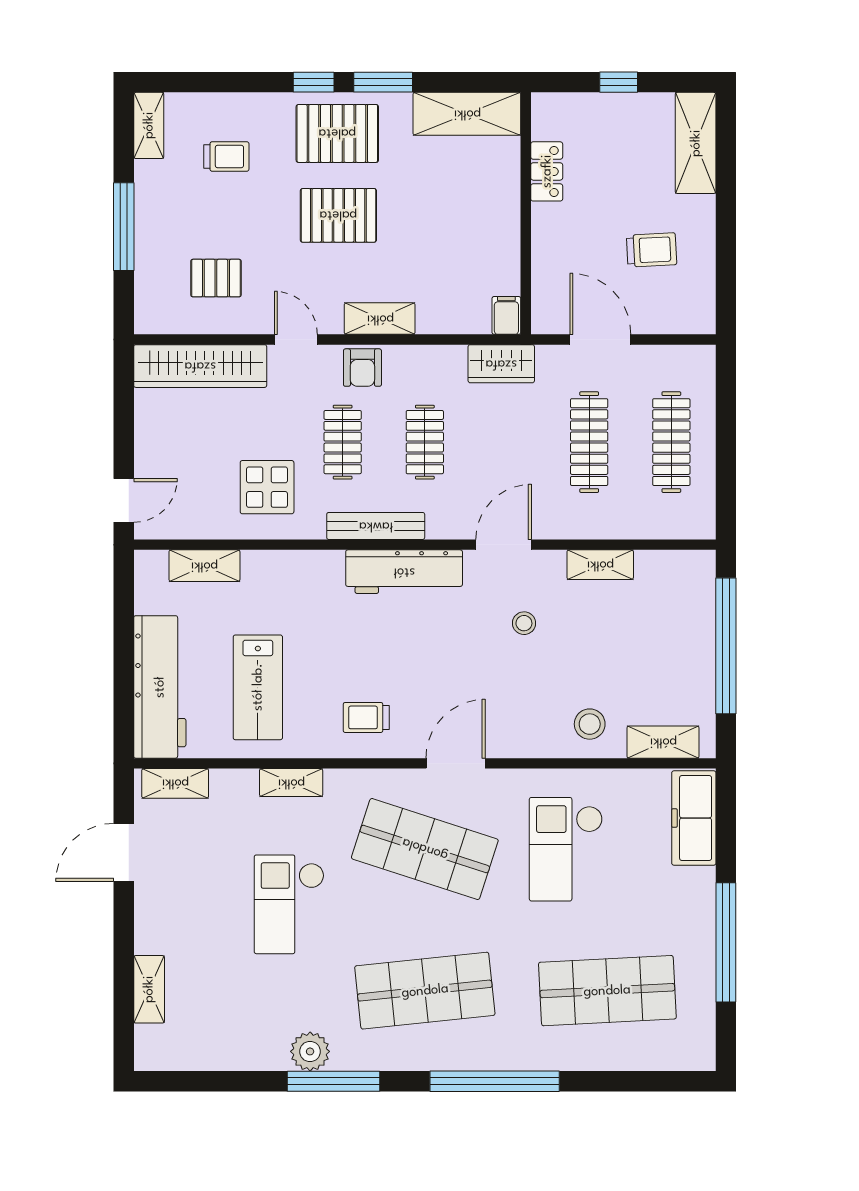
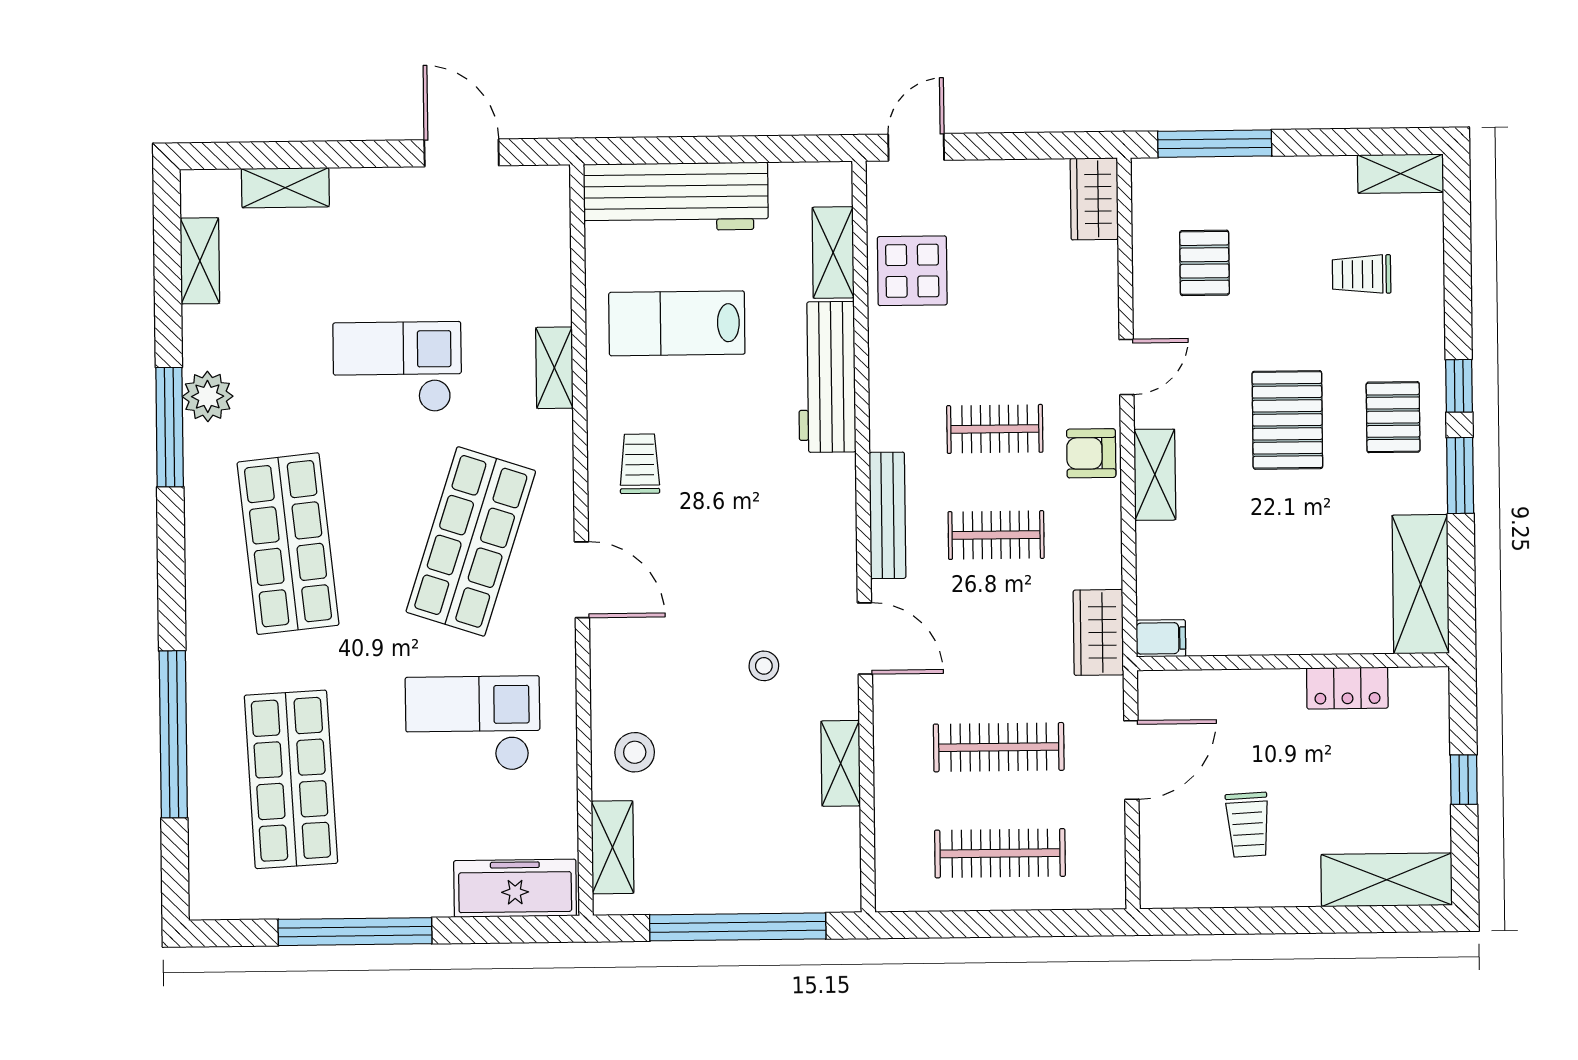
pallet: (337, 133) -> (1393, 417), width x0.67, depth x0.71
trolley: (226, 156) -> (1362, 274), turned 90
window: (124, 227) -> (1215, 144), moved
wardrobe: (200, 366) -> (1094, 199), width x0.48, depth x0.85
display table: (267, 487) -> (912, 271), moved
door: (124, 500) -> (916, 147), swing flipped
bench: (376, 526) -> (888, 515), moved
workbench: (404, 572) -> (827, 377), moved
shelving: (175, 783) -> (200, 261), moved
window: (495, 1081) -> (173, 734), moved

